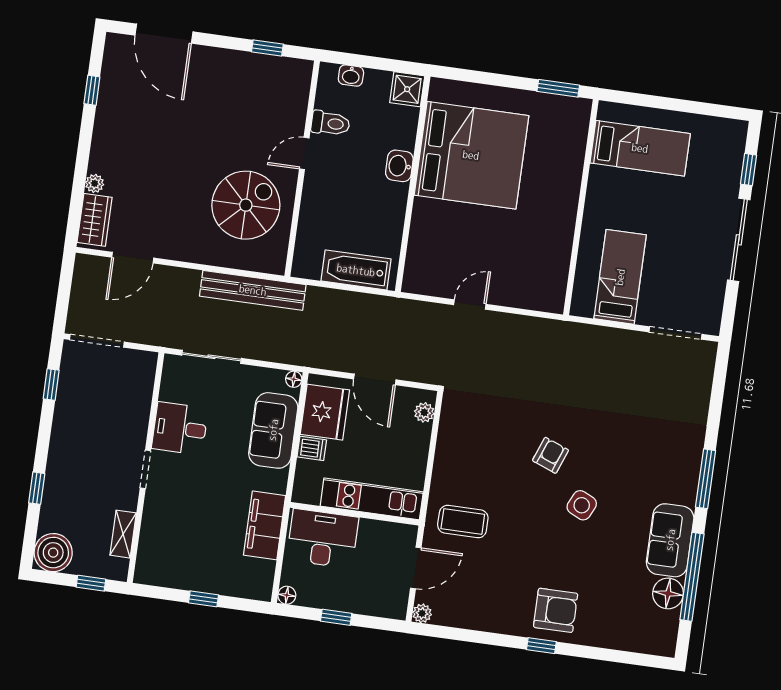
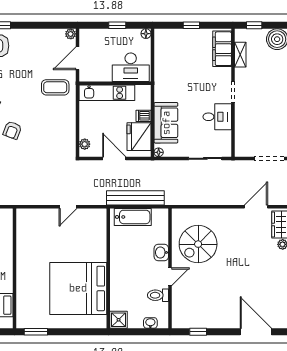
washbasin: (399, 166) -> (161, 252), moved, turned 180
bench: (253, 290) -> (135, 198), moved
filing cabinet: (265, 525) -> (222, 49), moved, turned 180

